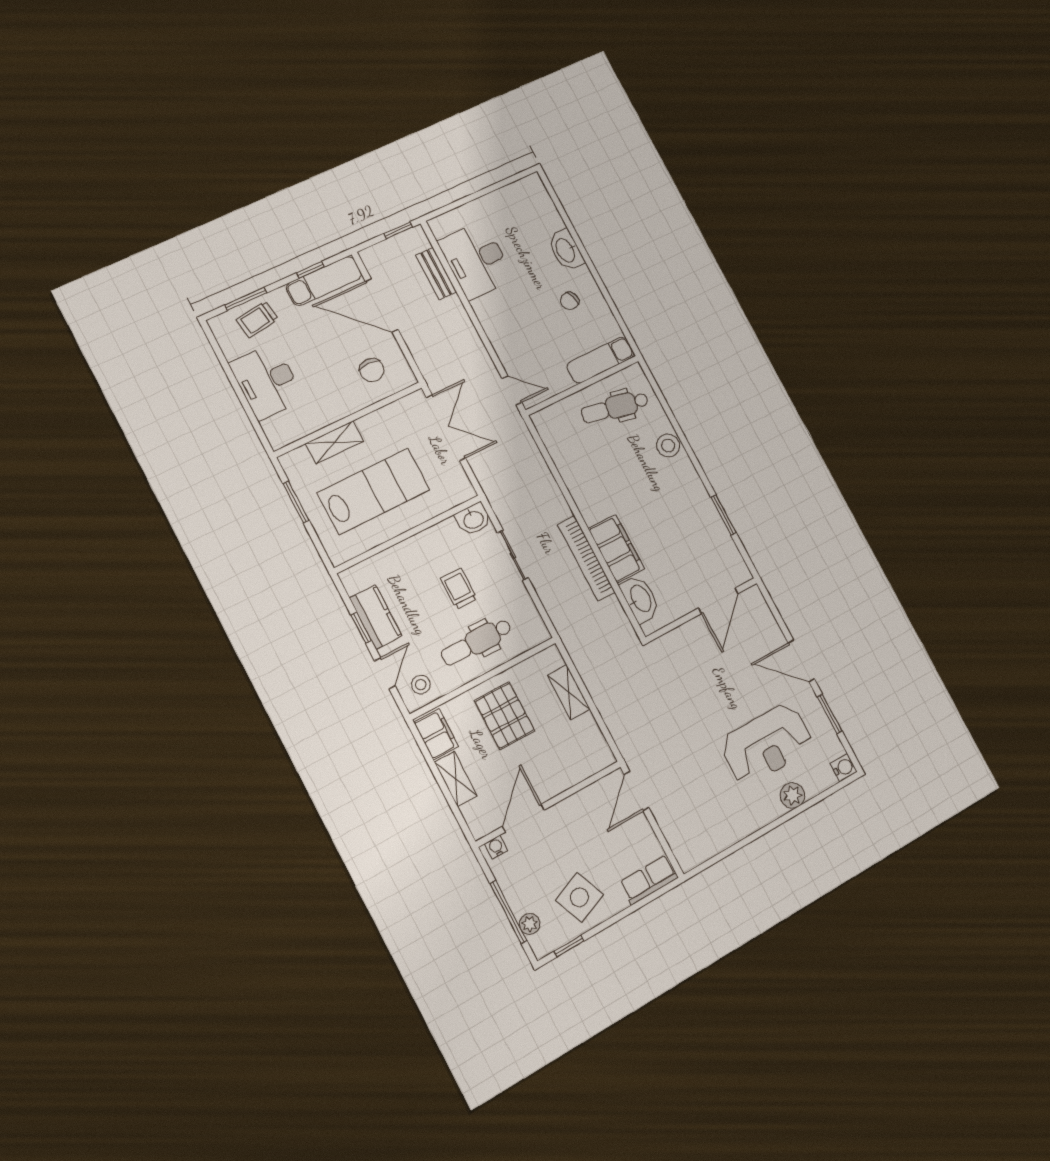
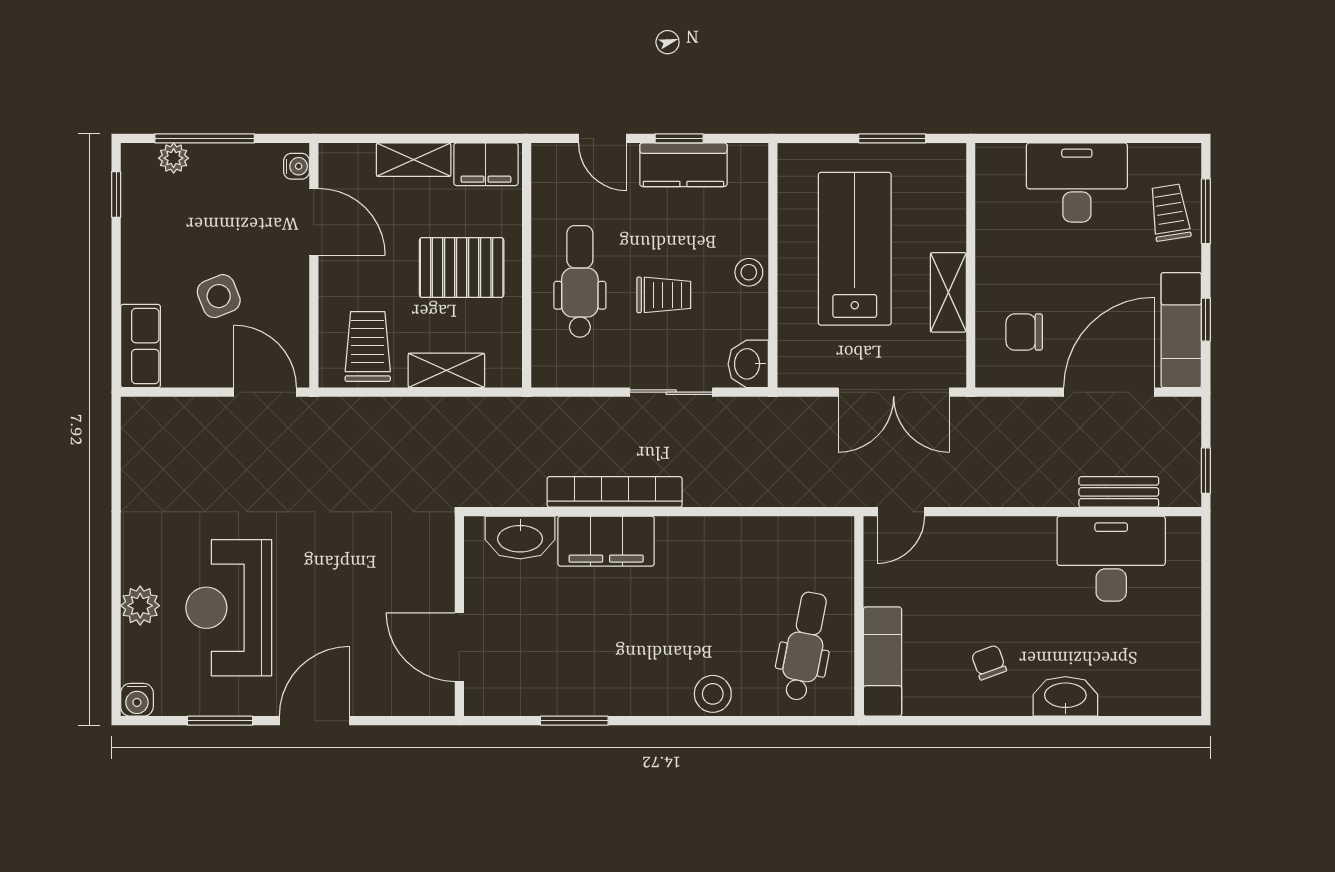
shelving: (334, 442) -> (948, 292), moved
lab bench: (374, 491) -> (855, 249), turned 180
stool: (421, 685) -> (749, 272), moved
trolley: (579, 746) -> (368, 346), added
side table: (579, 897) -> (219, 296), moved, width x0.73, depth x0.73

